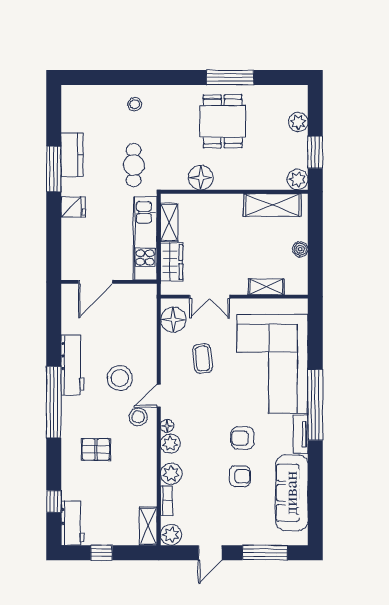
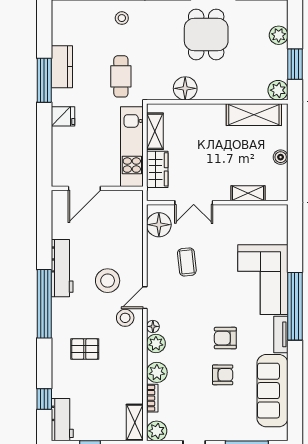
corner sofa: (273, 364) -> (263, 280), width x0.73, depth x0.74

